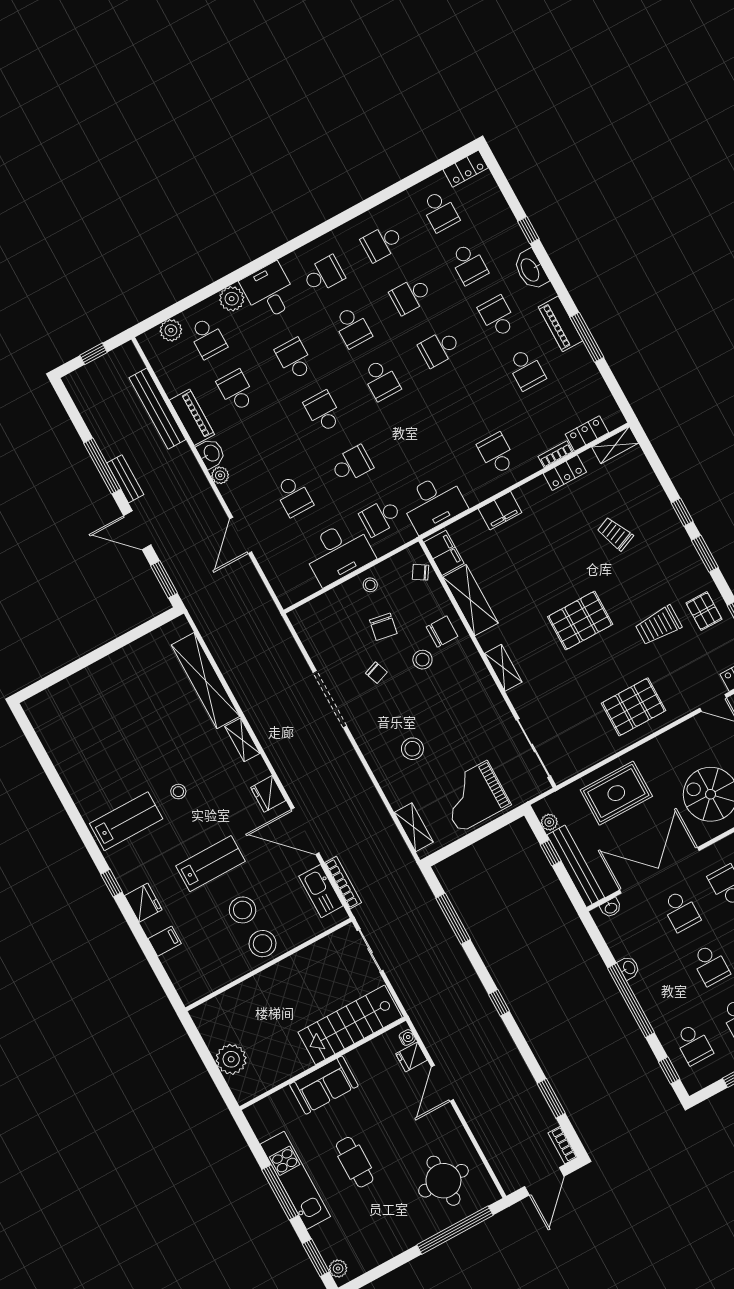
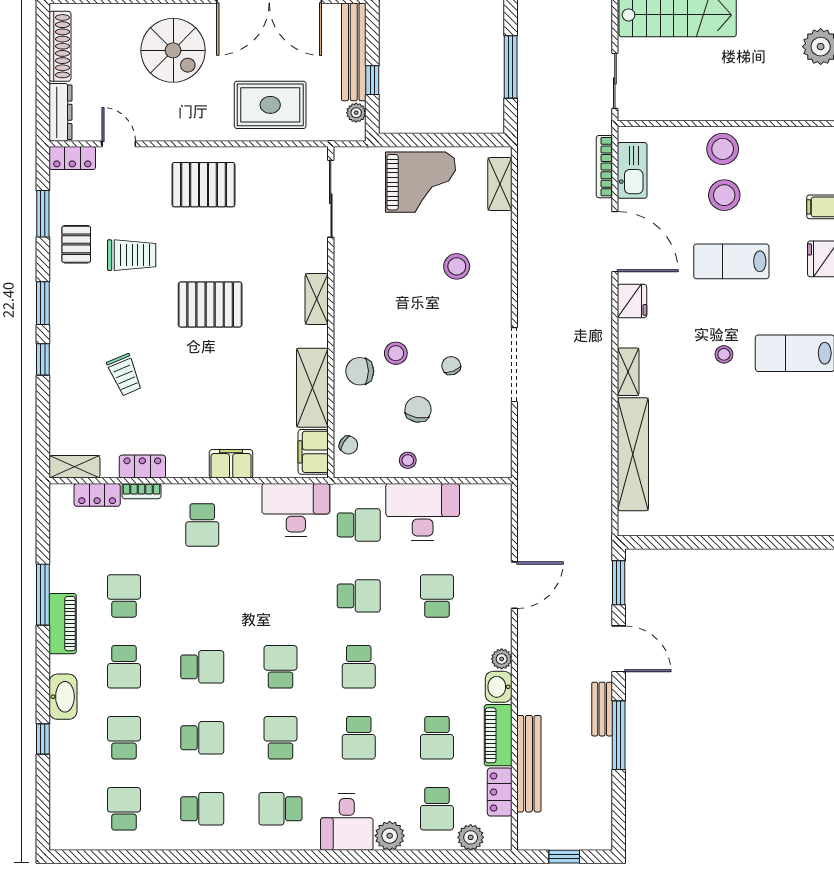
locker: (466, 169) -> (500, 792), moved, turned -90
school desk: (207, 338) -> (437, 809), turned 180
school desk: (352, 464) -> (359, 596), turned 180

